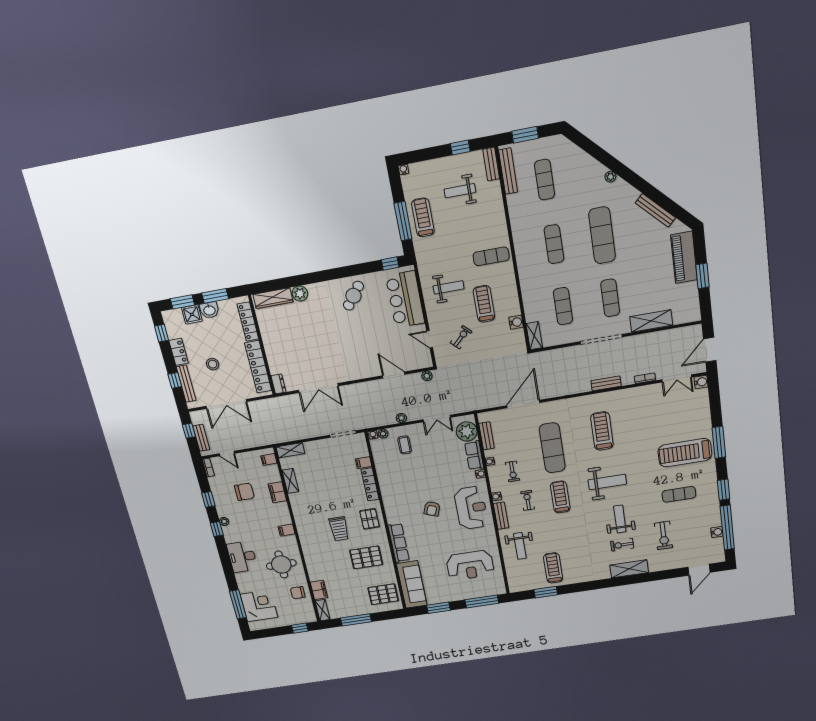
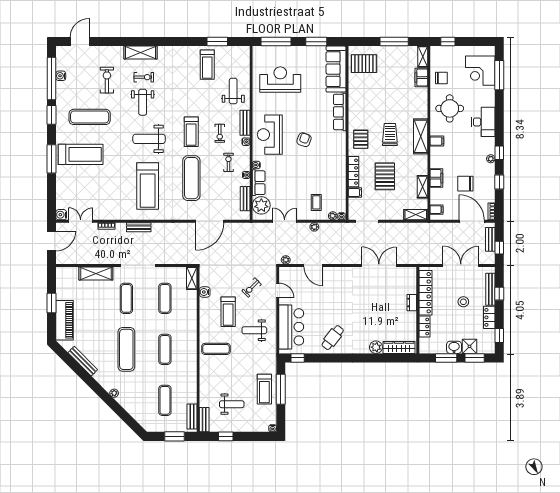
bench: (508, 171) -> (192, 417), width x0.73
locker: (248, 322) -> (424, 327), width x0.66
dresser: (278, 384) -> (412, 303), moved
treadmill: (602, 431) -> (148, 186), width x1.37, depth x1.38
door: (227, 454) -> (472, 221), width x1.87
exercise mat: (679, 494) -> (90, 117), width x1.36, depth x1.45
shelving: (305, 532) -> (421, 136), added
pallet: (366, 557) -> (385, 176), moved, turned 90

